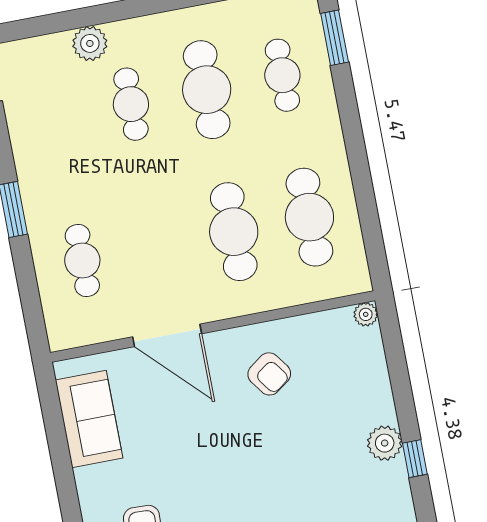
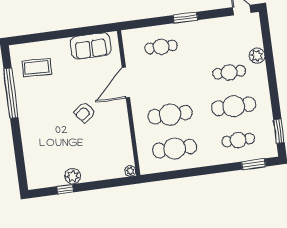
armchair: (269, 374) -> (84, 112), moved

